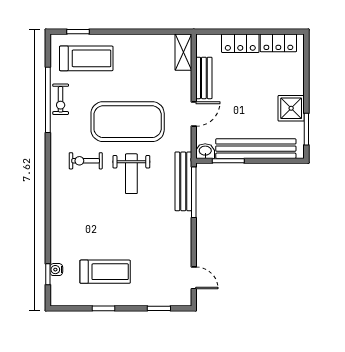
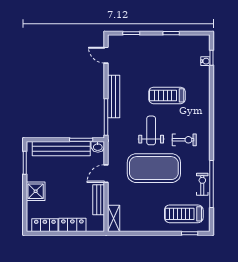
shower: (291, 108) -> (36, 191), moved
bench: (183, 181) -> (114, 97), moved
treadmill: (105, 272) -> (167, 95), moved

